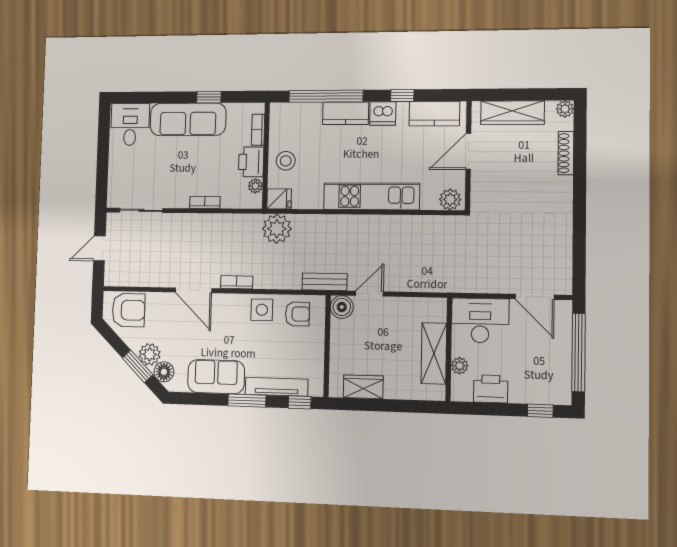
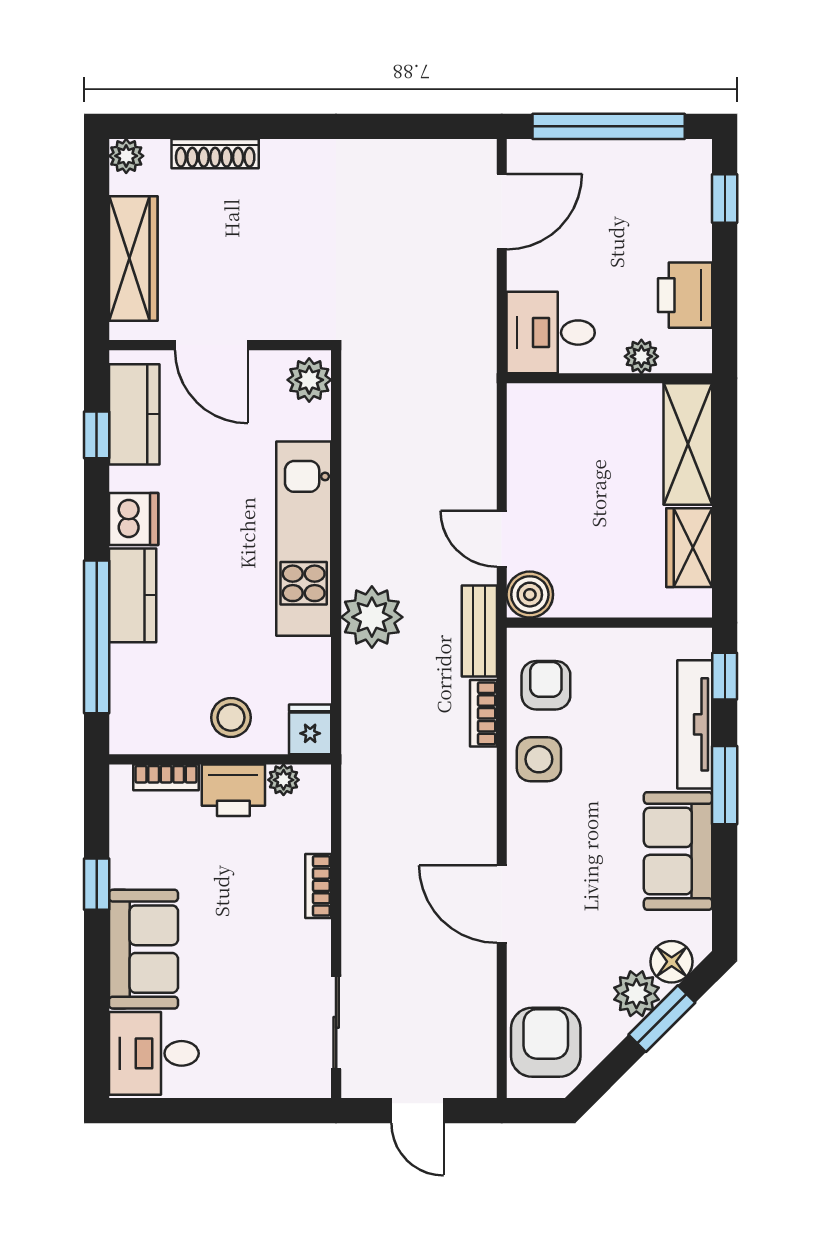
window: (402, 96) -> (97, 435), moved
sofa: (188, 119) -> (143, 949), width x0.73
plant: (277, 229) -> (372, 617), moved
bookcase: (237, 282) -> (483, 713), moved
door: (194, 290) -> (502, 904), swing flipped
desk: (480, 320) -> (551, 333), width x0.73
shelving: (434, 353) -> (688, 444), moved, turned 90

